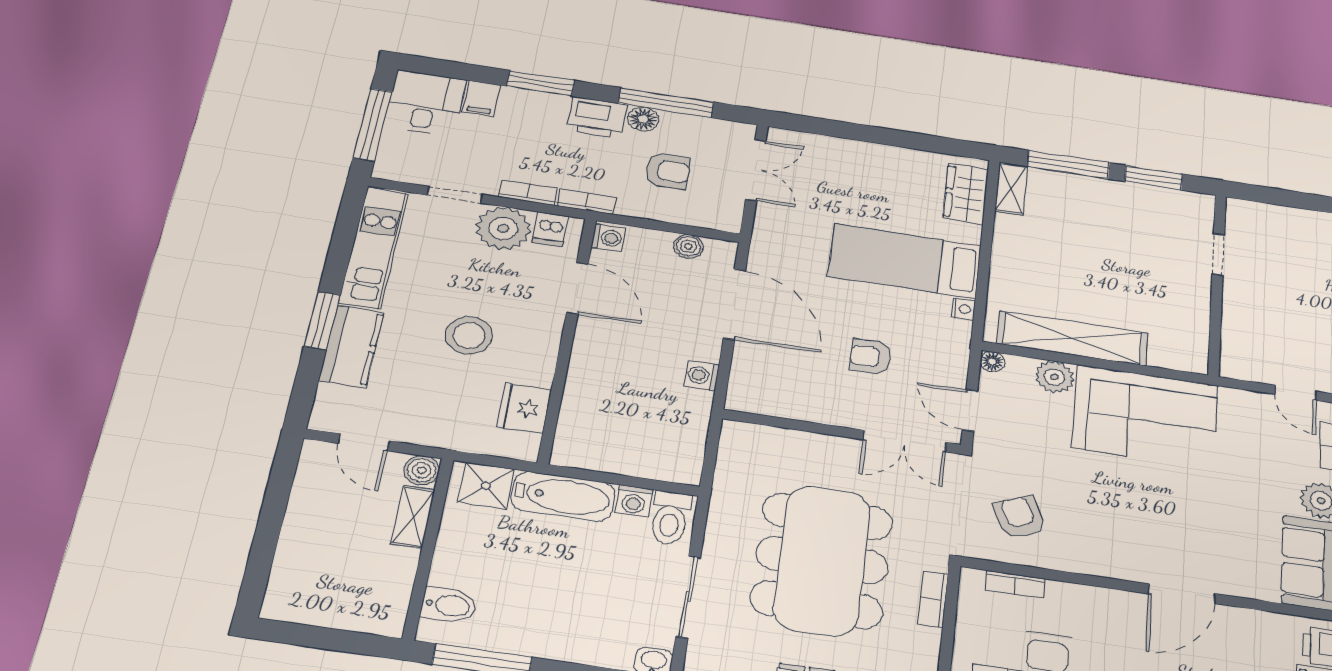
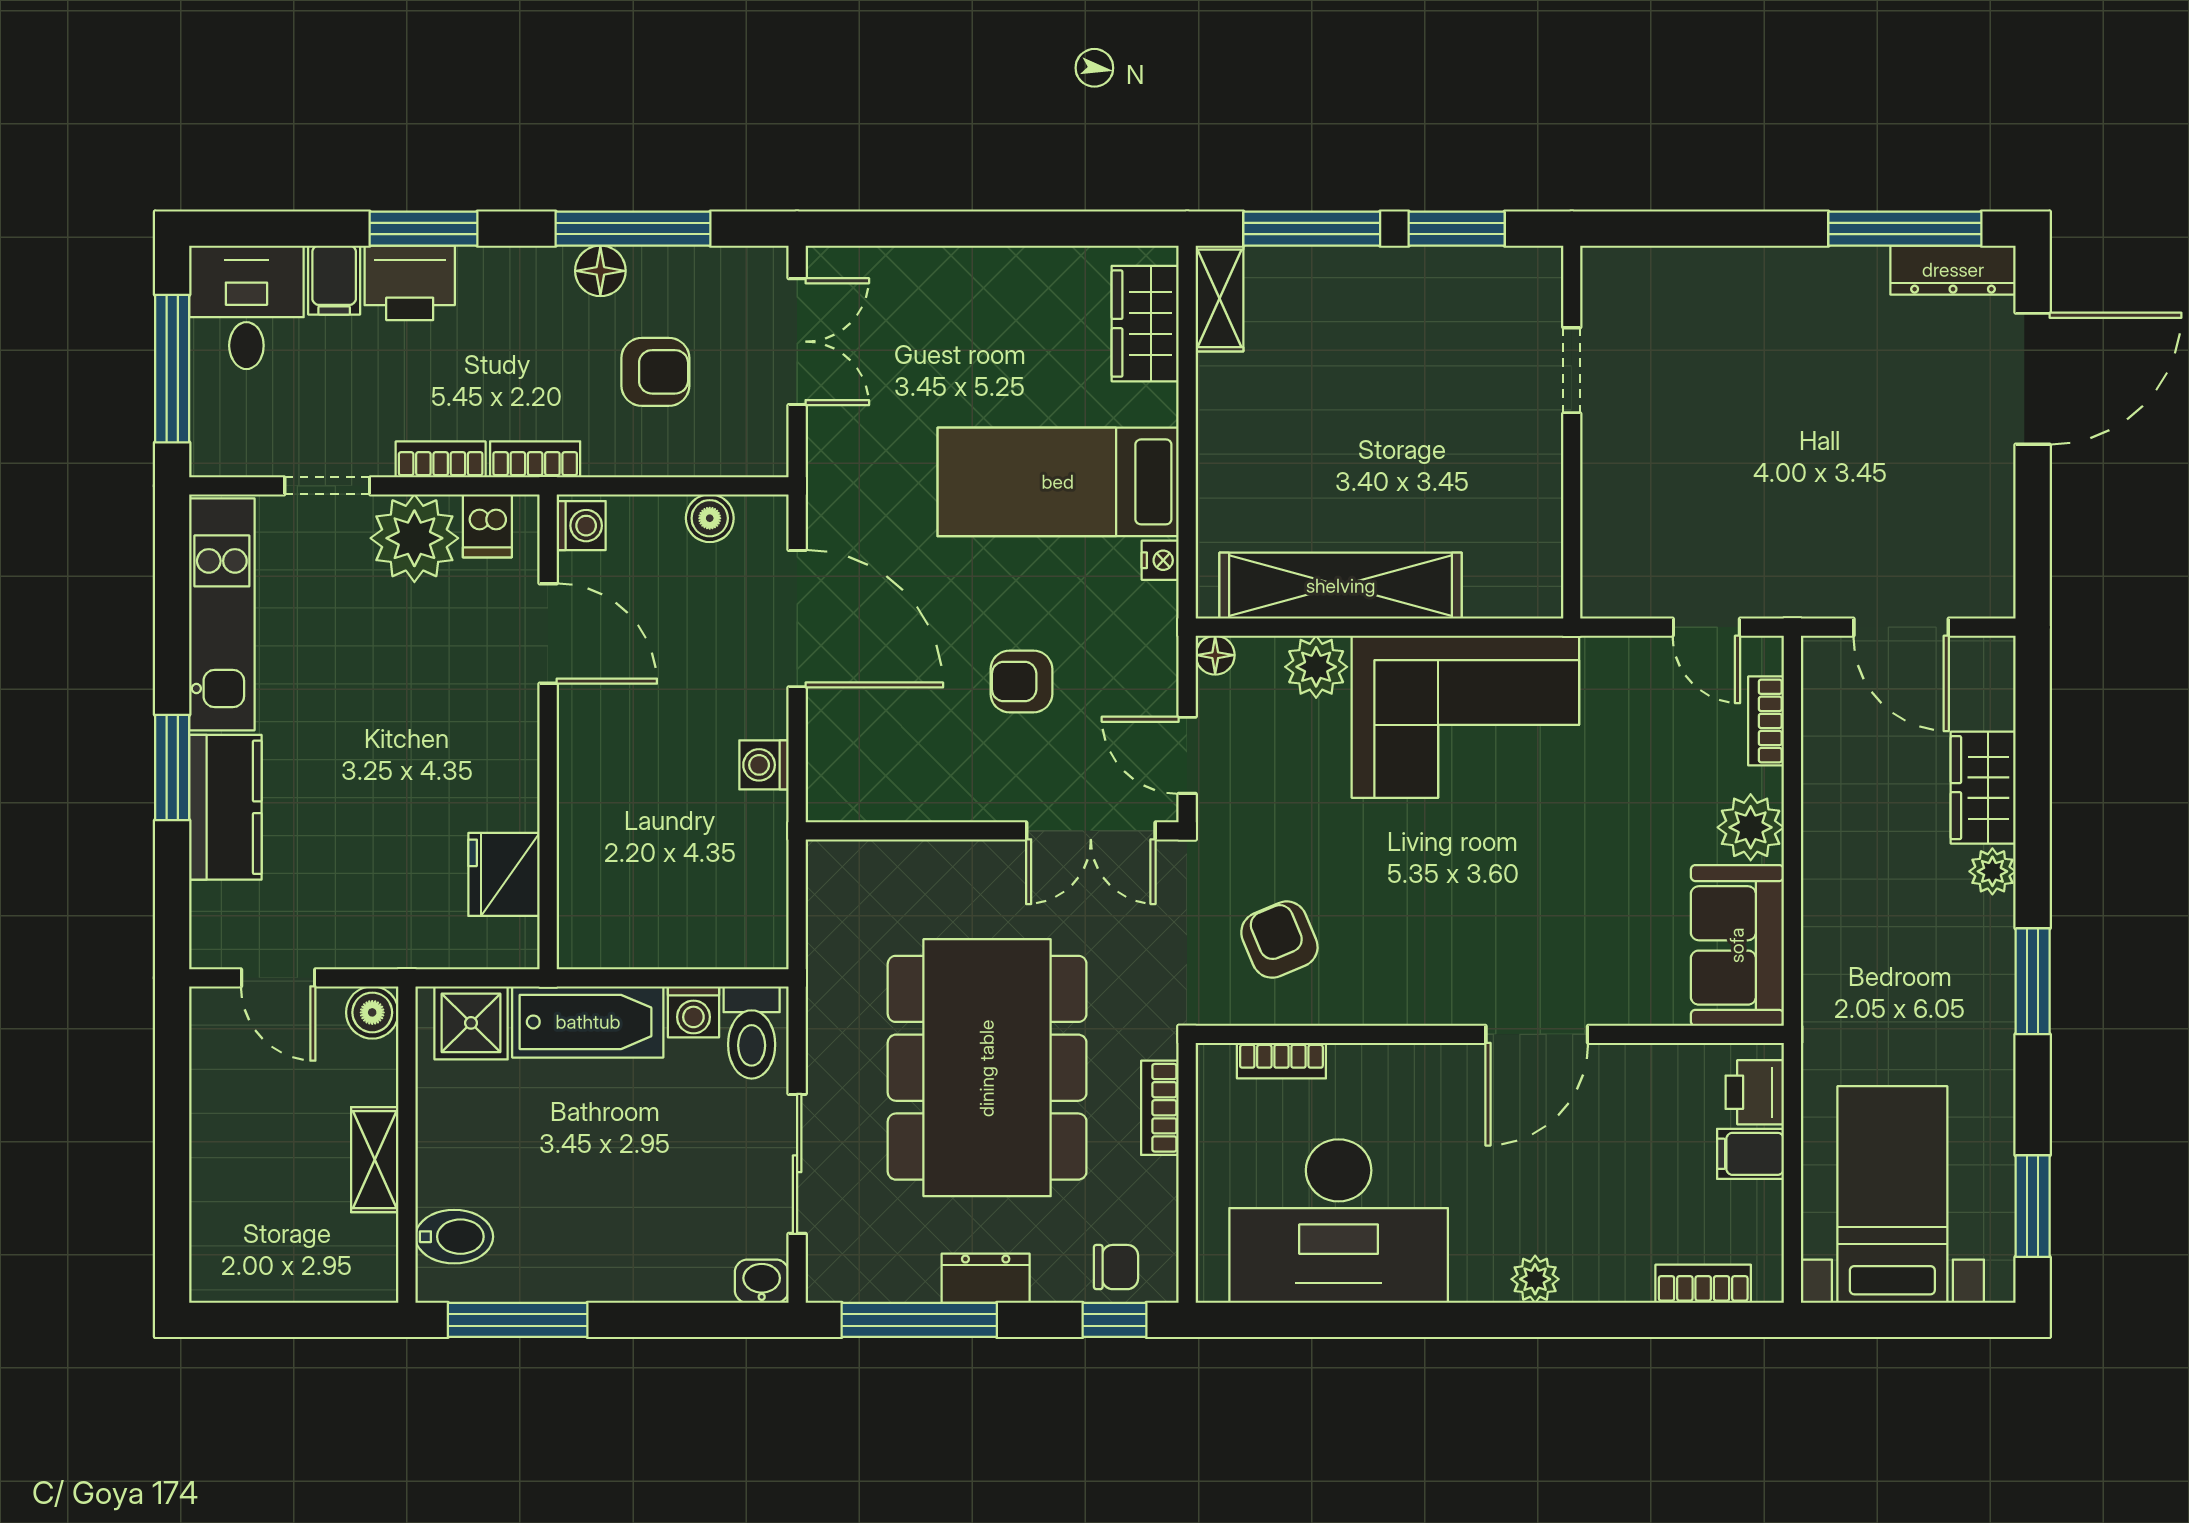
printer: (597, 118) -> (410, 283), moved
stool: (469, 335) -> (398, 754), removed
shelving: (413, 517) -> (375, 1160), moved

